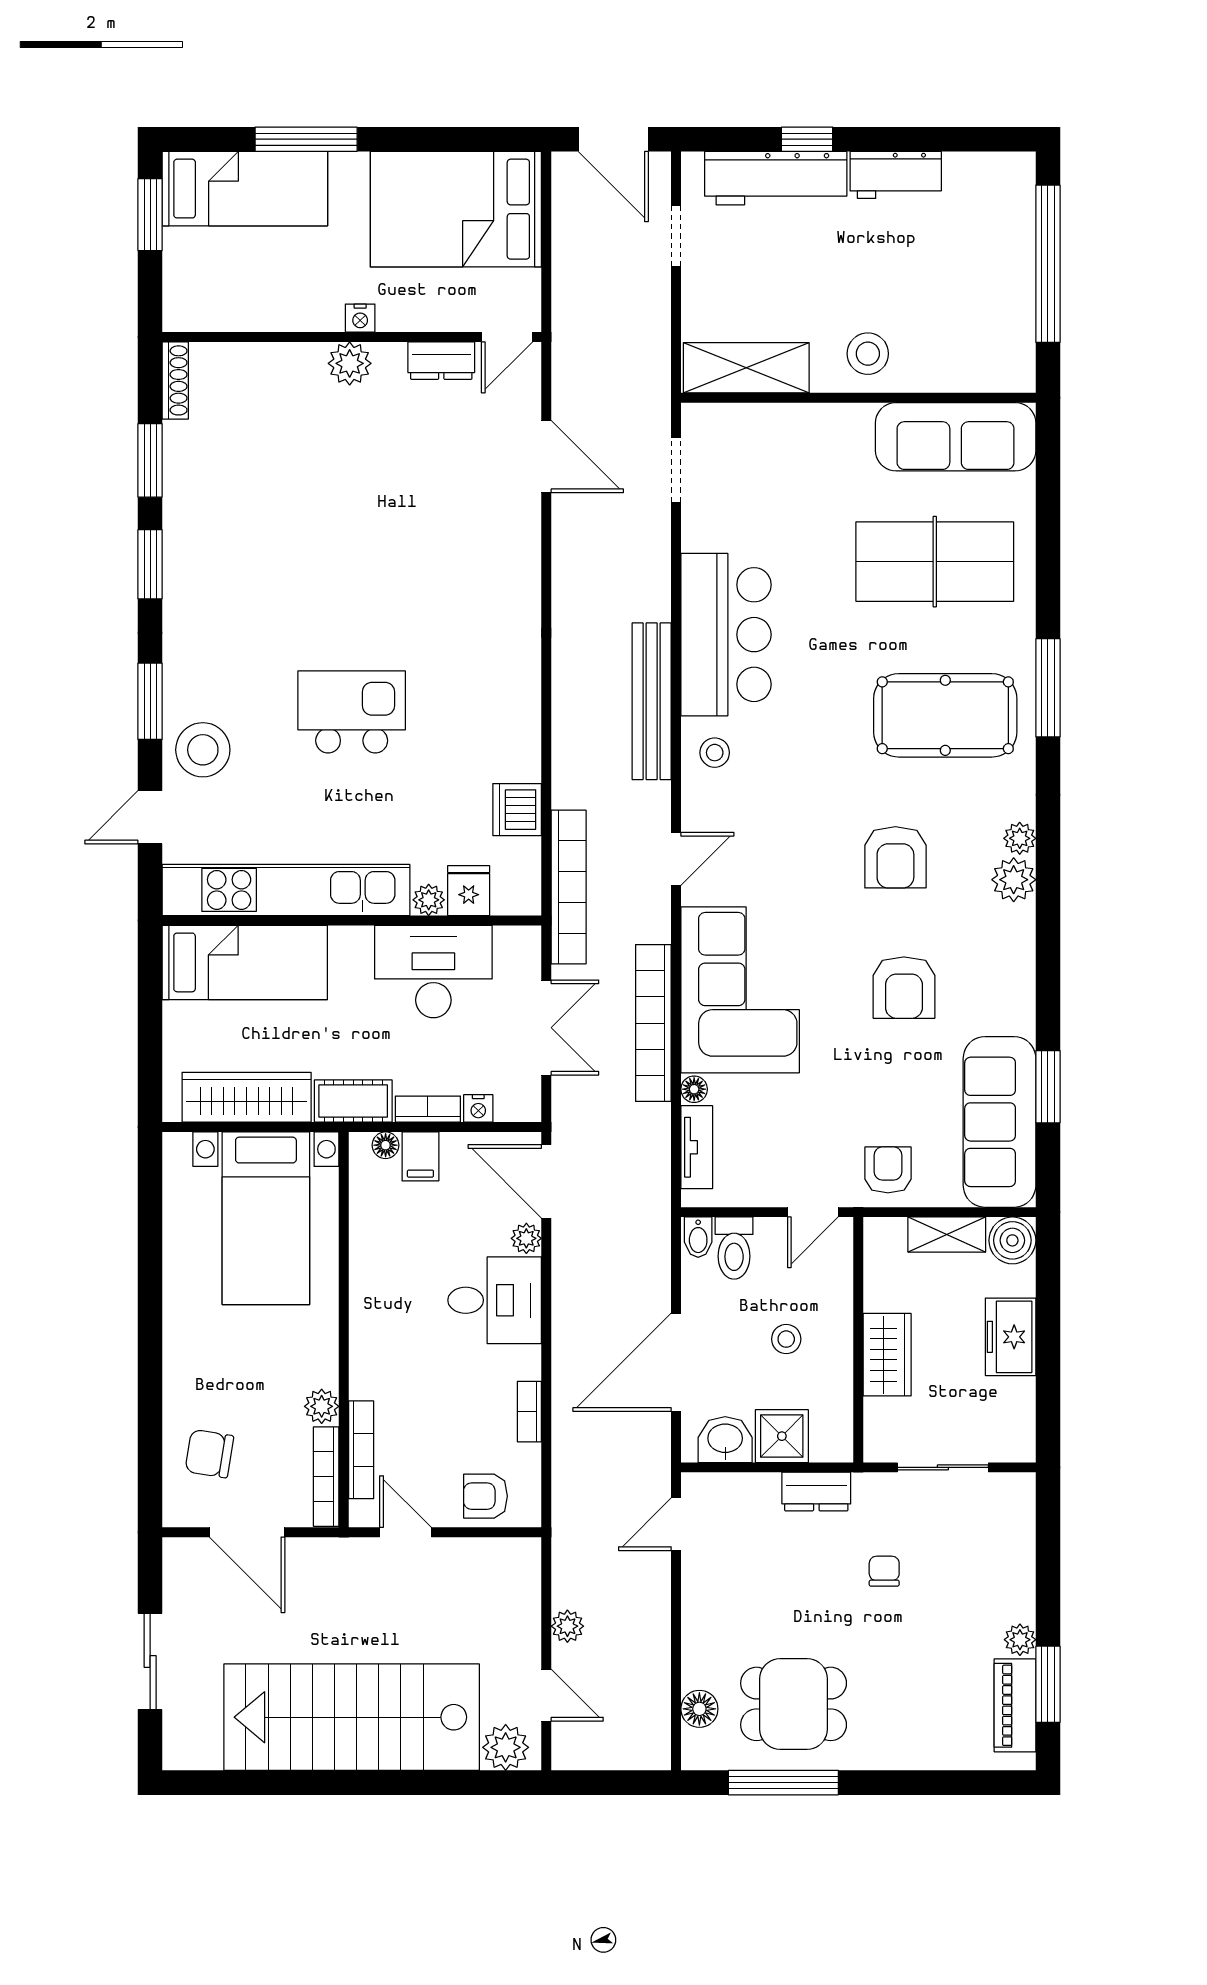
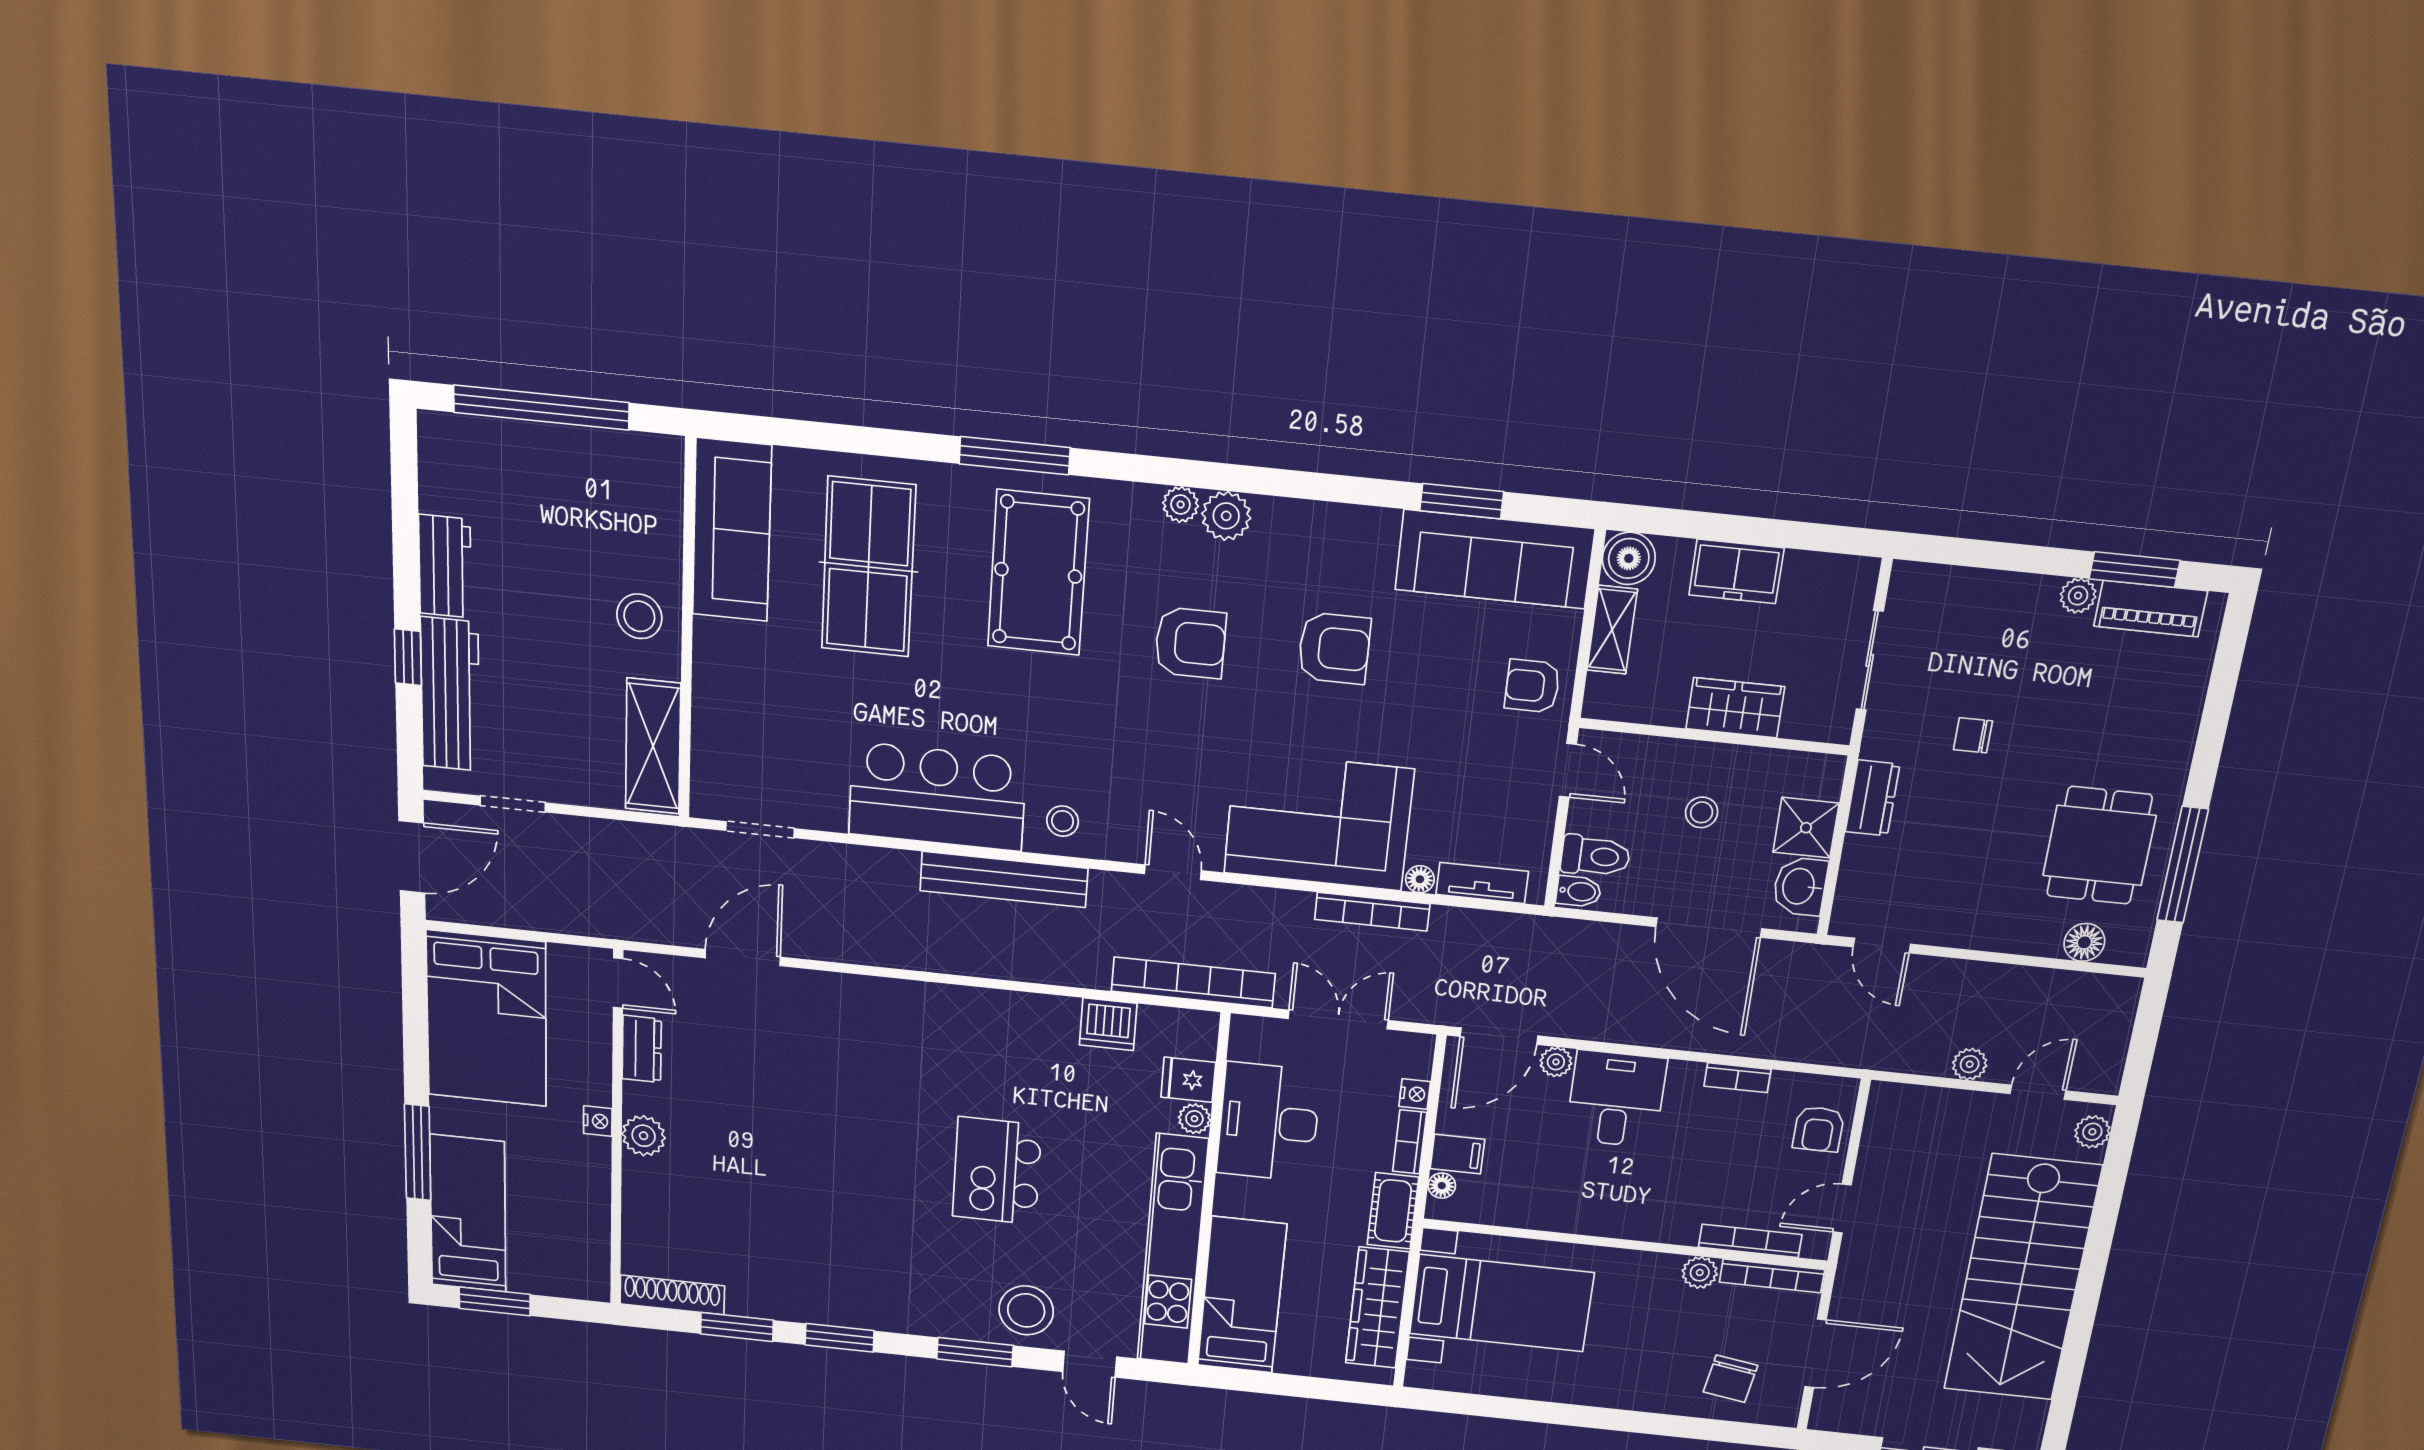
shoe rack: (175, 380) -> (672, 1295), width x1.36, depth x1.24
bookcase: (653, 1023) -> (1372, 912), width x0.68, depth x0.76
plant: (506, 1747) -> (2092, 1132), width x0.73, depth x0.73

